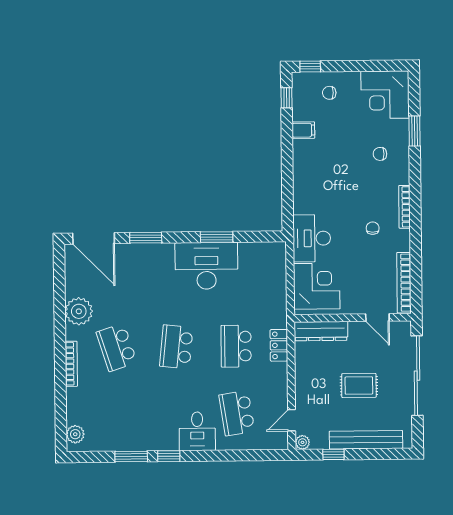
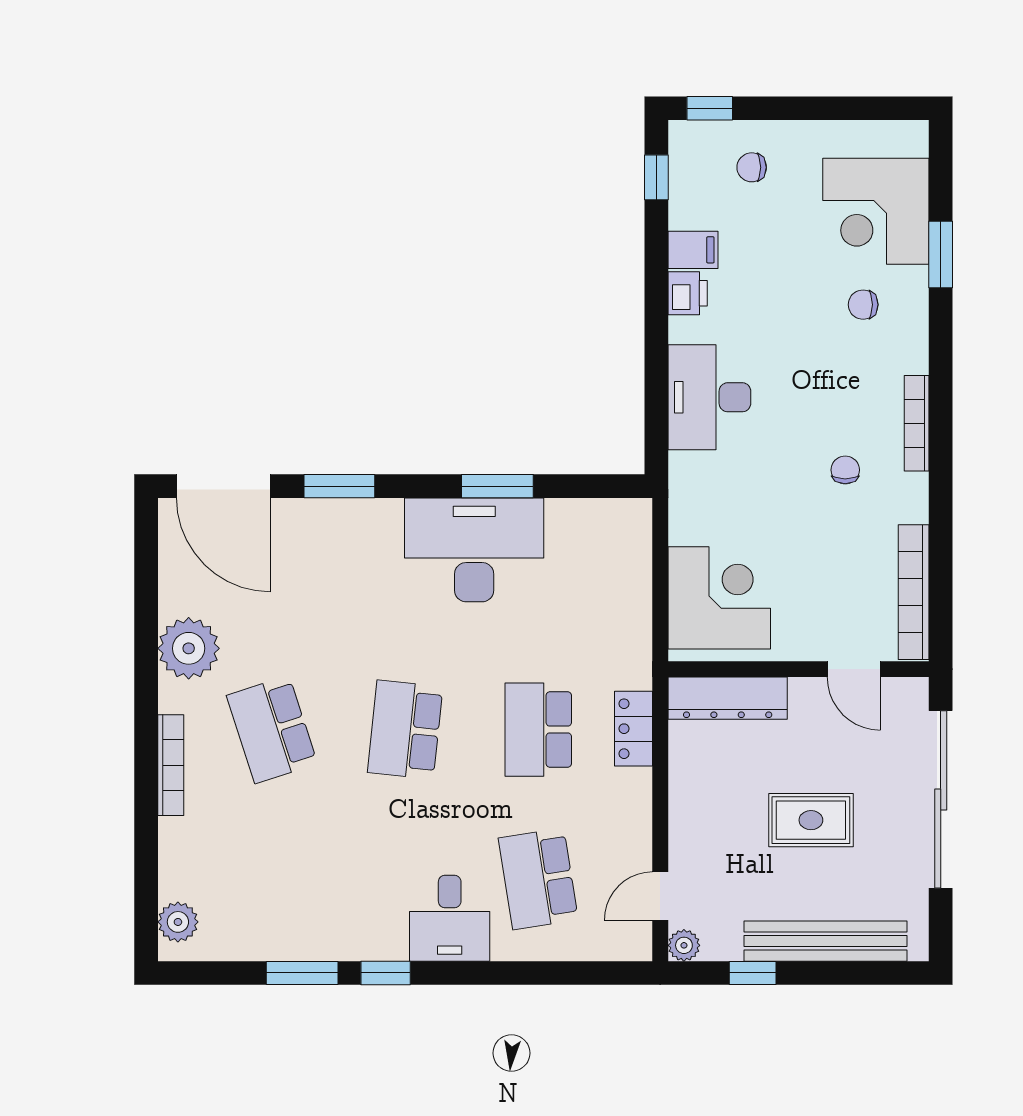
corner desk: (385, 95) -> (876, 211), moved
printer: (301, 150) -> (688, 293), added
desk: (312, 238) -> (709, 397), moved

